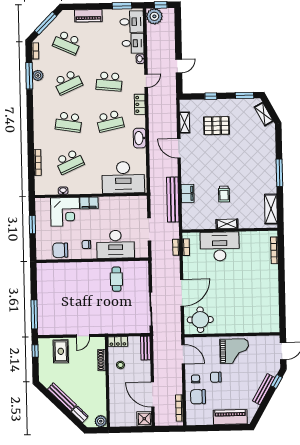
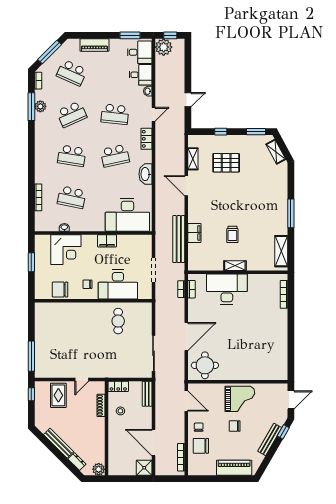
school desk: (70, 162) -> (72, 197), turned 36
filing cabinet: (89, 203) -> (107, 241), moved
chair: (216, 377) -> (235, 426), moved

